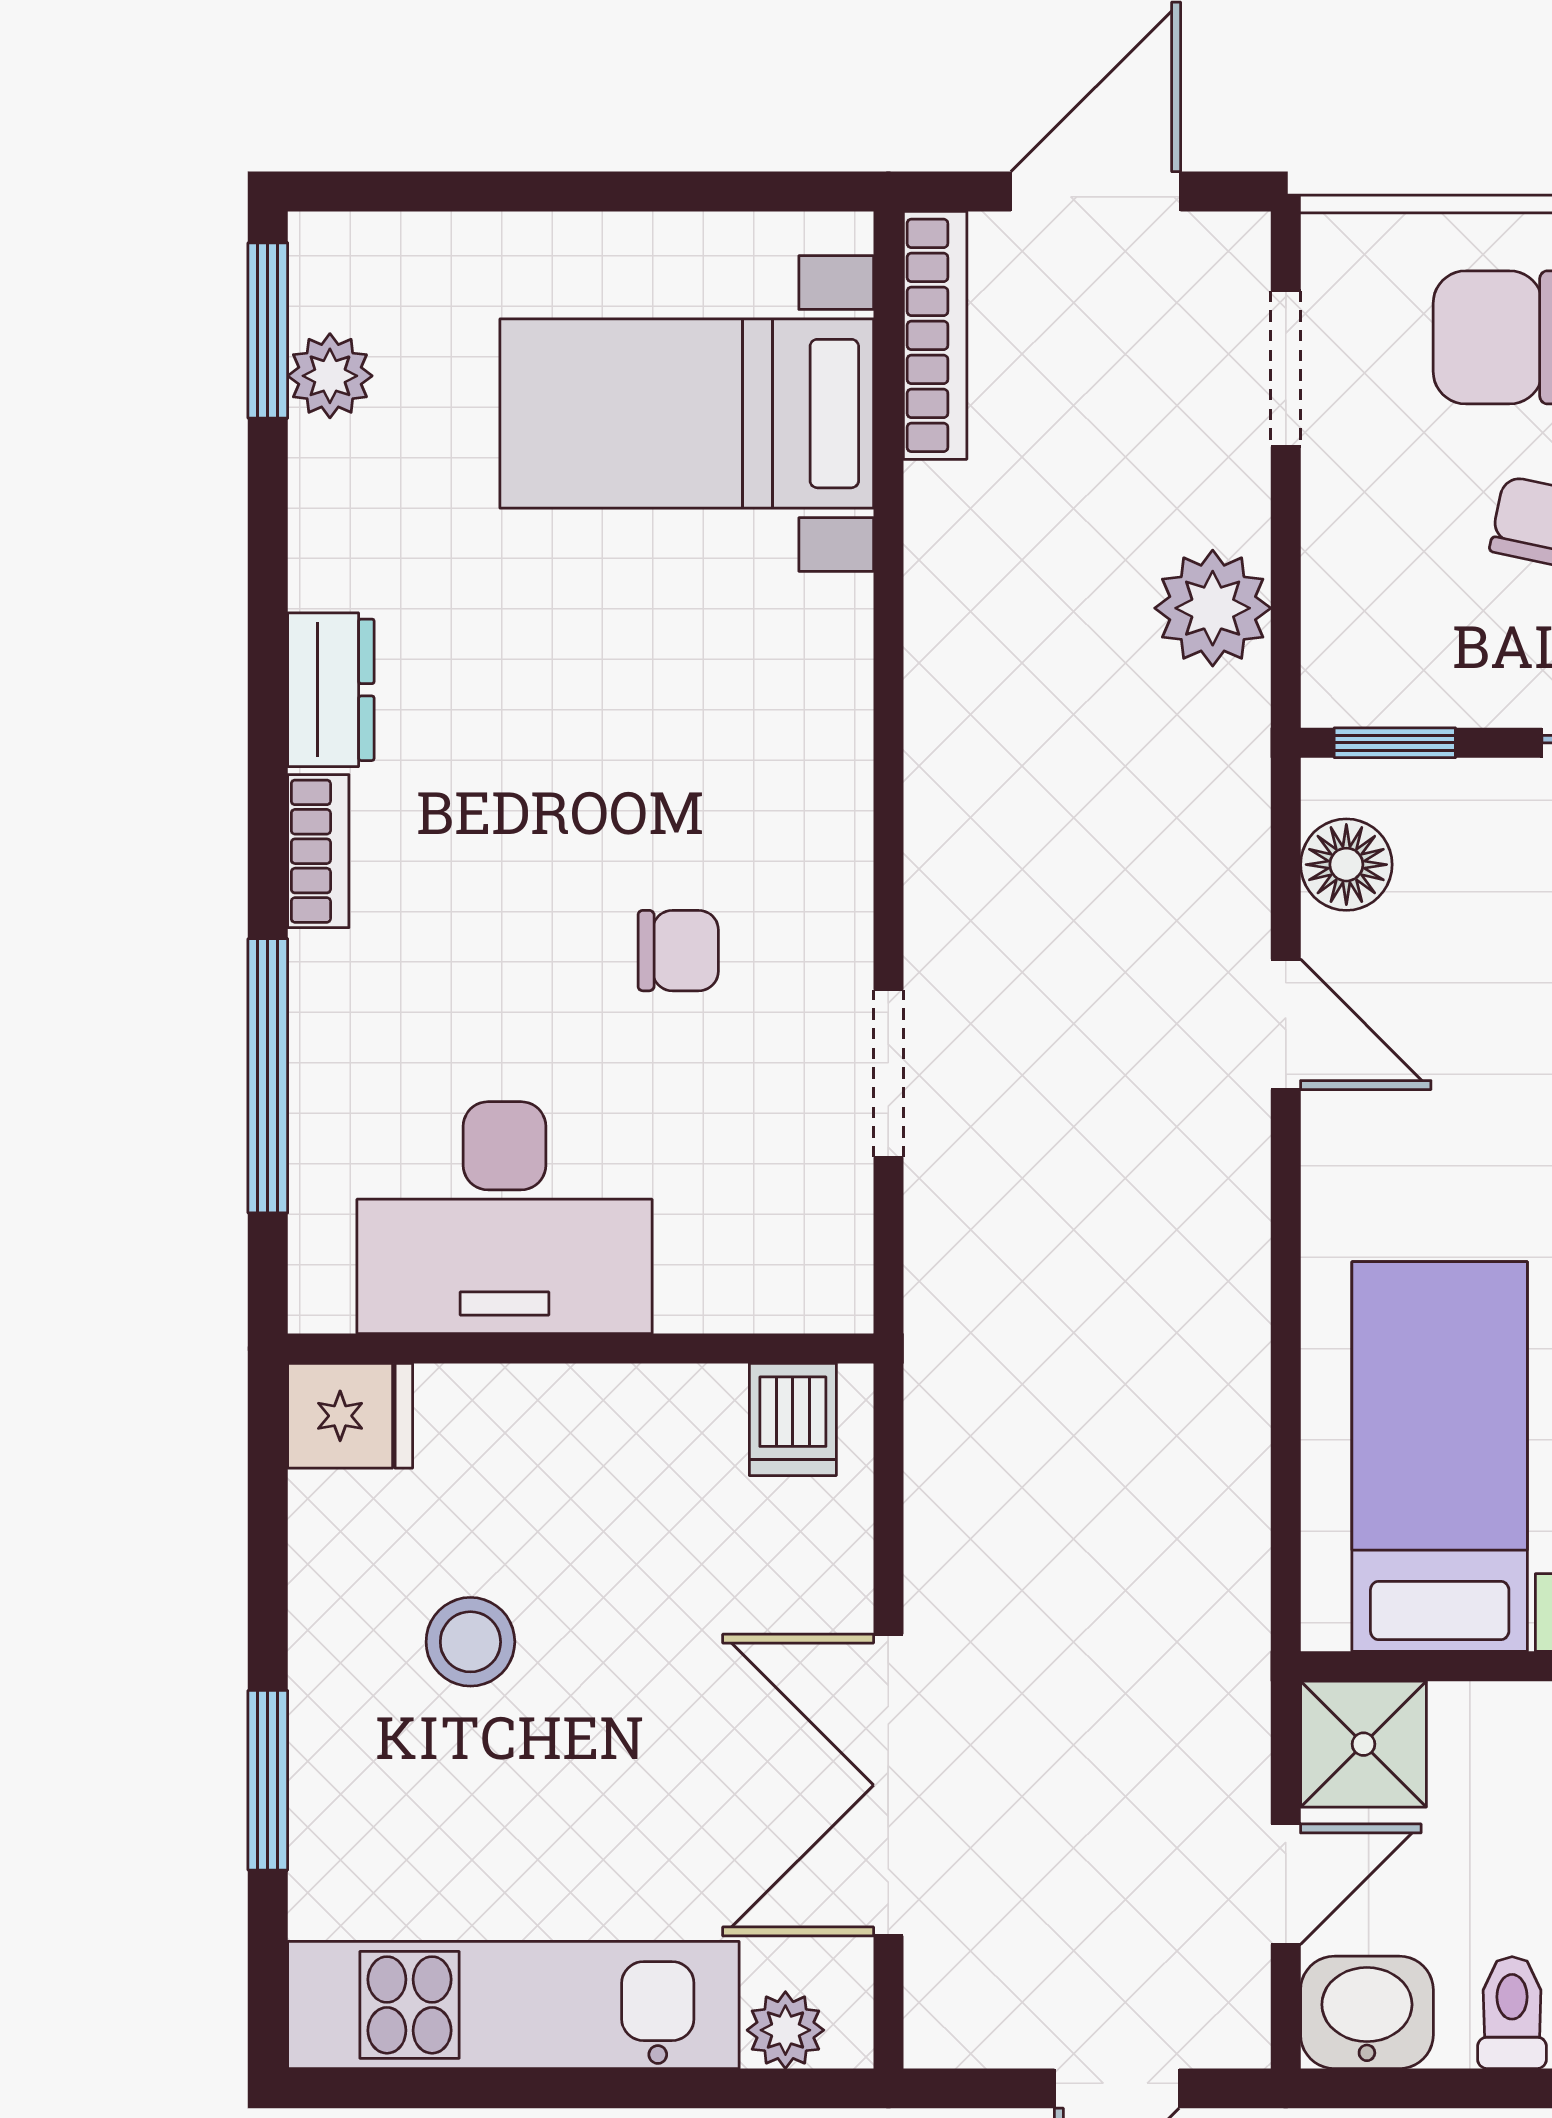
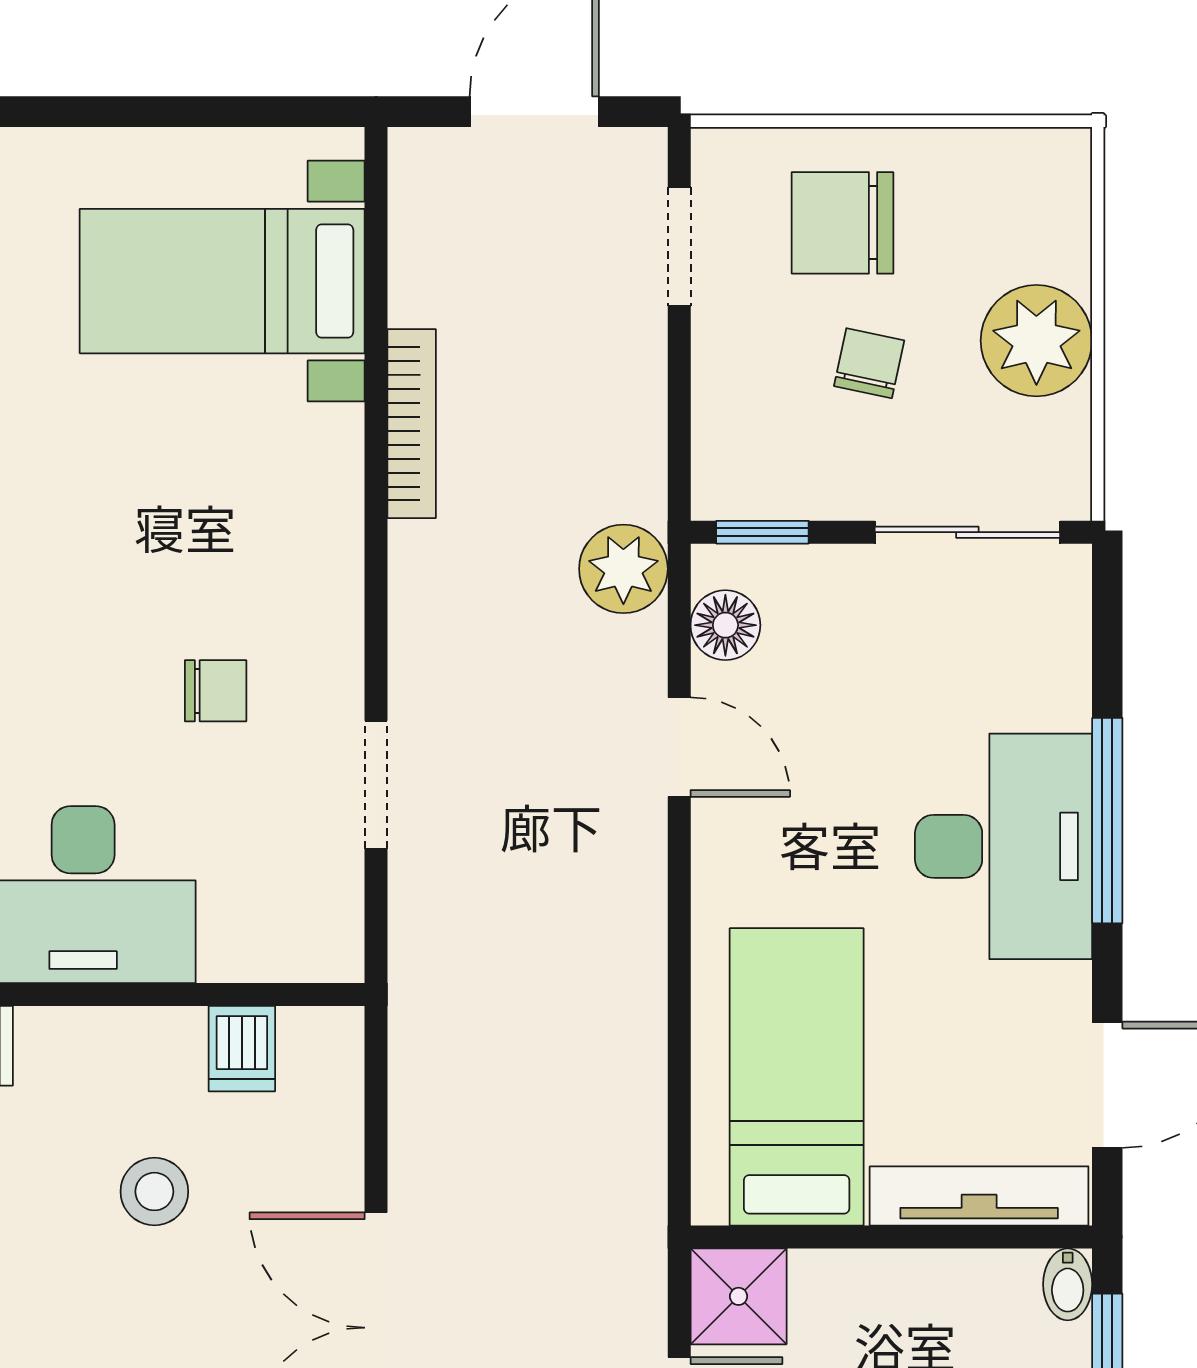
bookcase: (935, 335) -> (412, 424), moved
plant: (1213, 608) -> (623, 569), moved
dishwasher: (793, 1420) -> (242, 1049), moved
stool: (470, 1642) -> (154, 1192), moved

